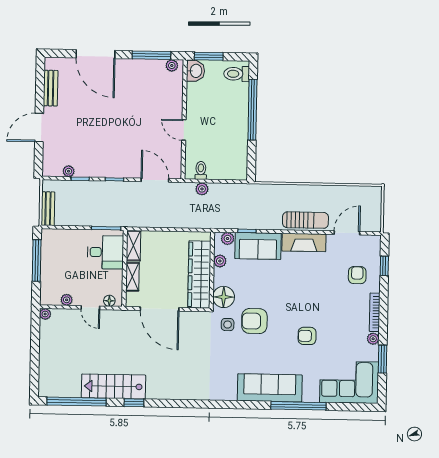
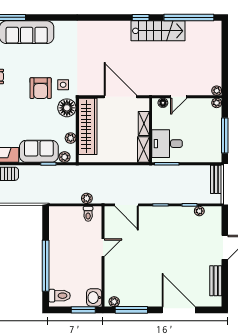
door: (184, 130) -> (103, 248), hinge flipped
plant: (67, 300) -> (217, 103), moved
door: (90, 308) -> (179, 97), swing flipped
armchair: (254, 321) -> (41, 88), turned 90

